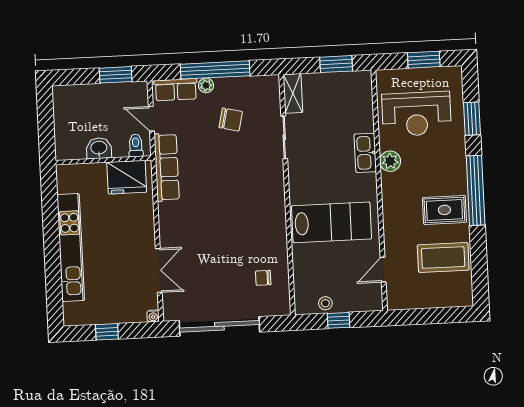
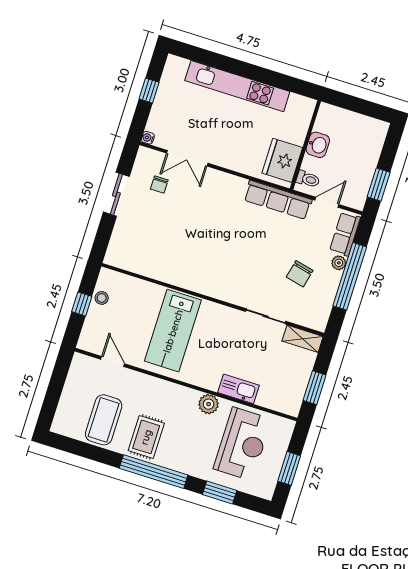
reception desk: (417, 114) -> (242, 444), turned 180
kitchen sink: (365, 153) -> (239, 389), moved
chair: (263, 278) -> (159, 185), moved, turned 180
sliding door: (219, 326) -> (116, 194), width x0.54

